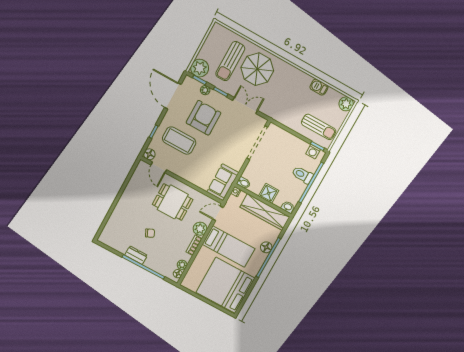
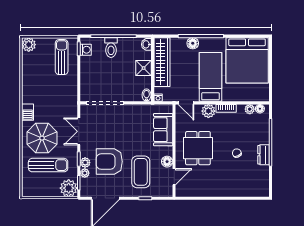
barbecue: (319, 87) -> (28, 112), moved
plant: (214, 96) -> (85, 163), added
floor lamp: (149, 154) -> (167, 162), moved
sofa: (223, 182) -> (163, 130), moved, turned 90

